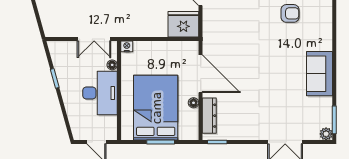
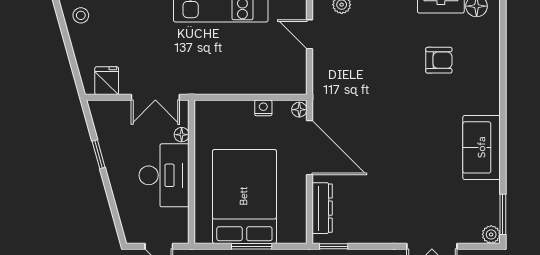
fridge: (183, 24) -> (107, 81), moved, width x0.53, depth x0.75
nightstand: (127, 46) -> (263, 108), moved
floor lamp: (194, 103) -> (299, 110), moved

